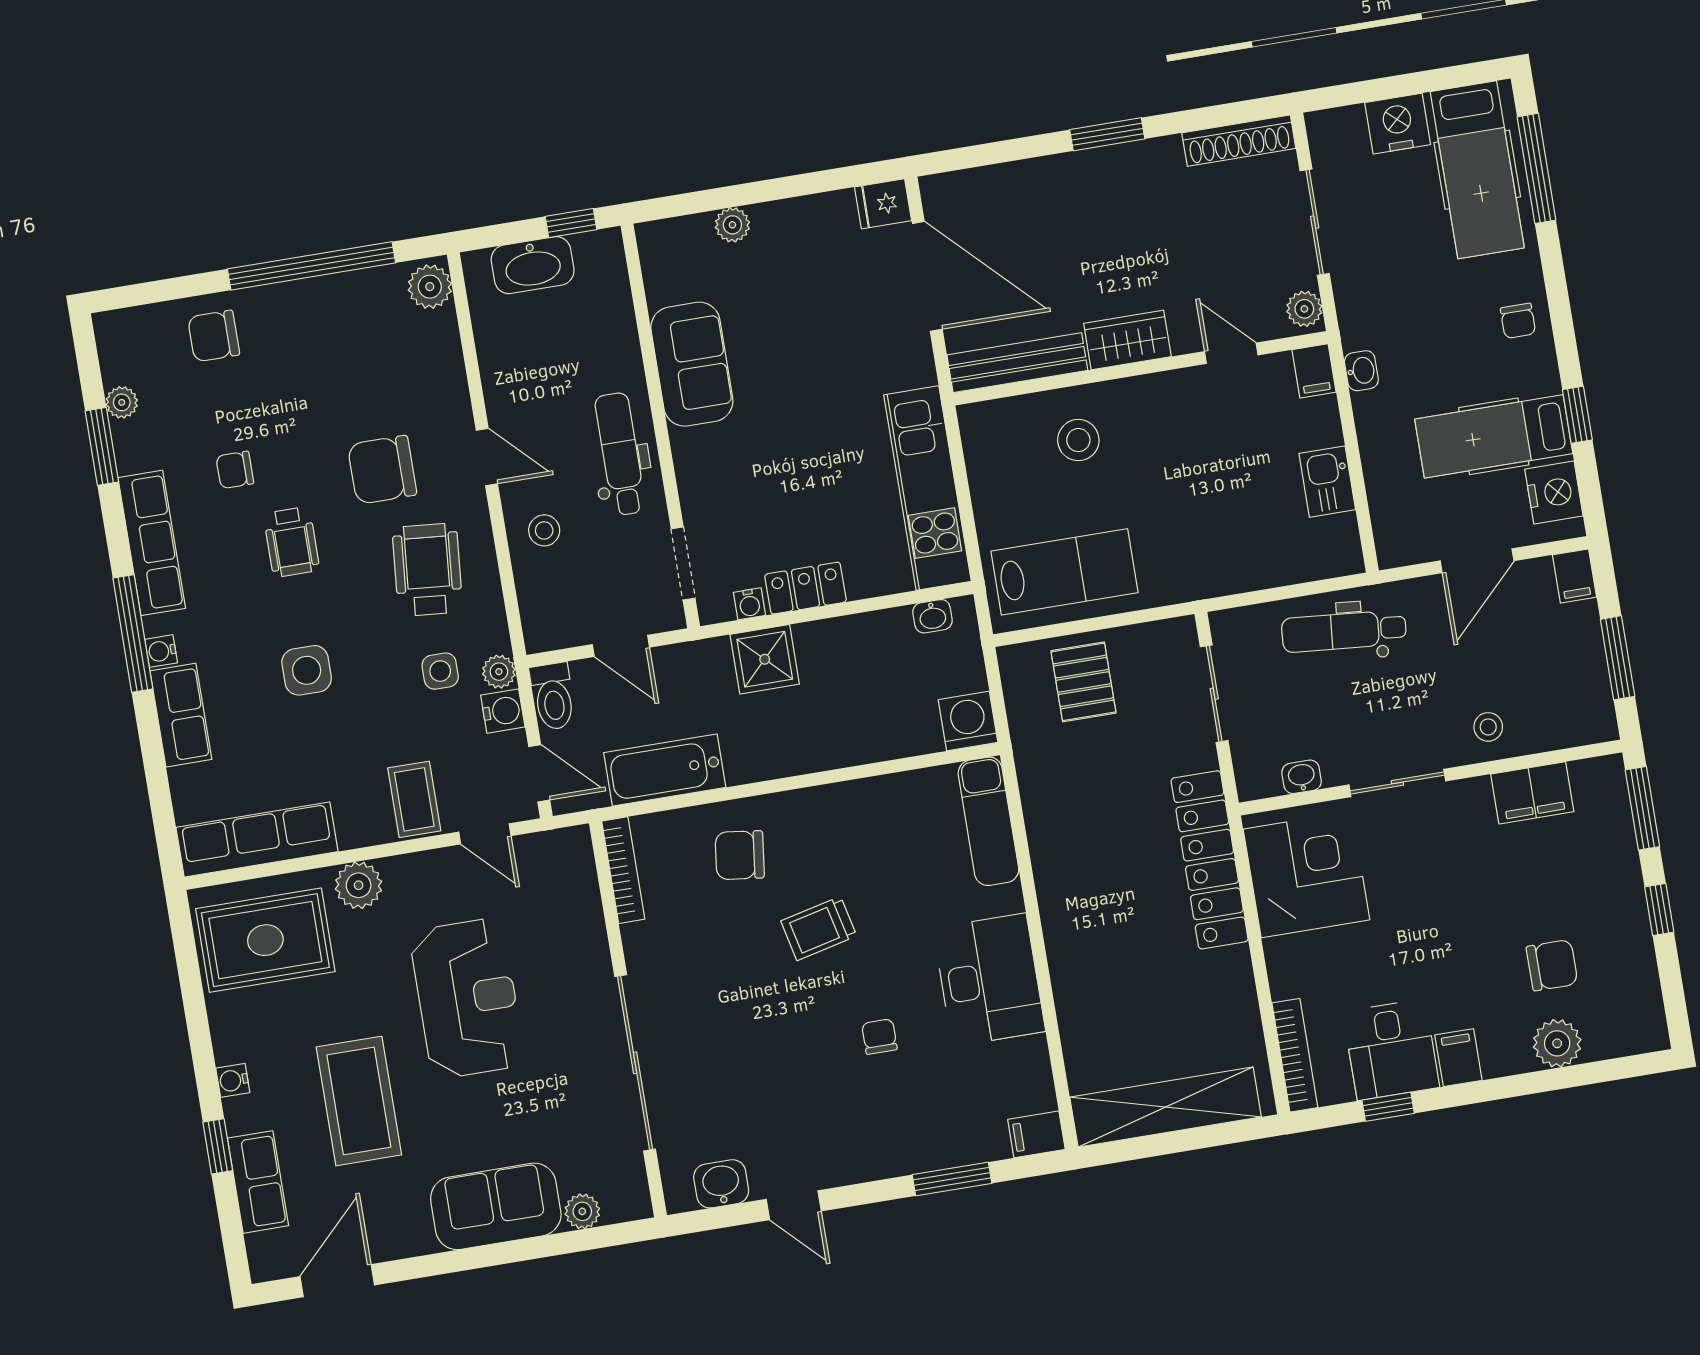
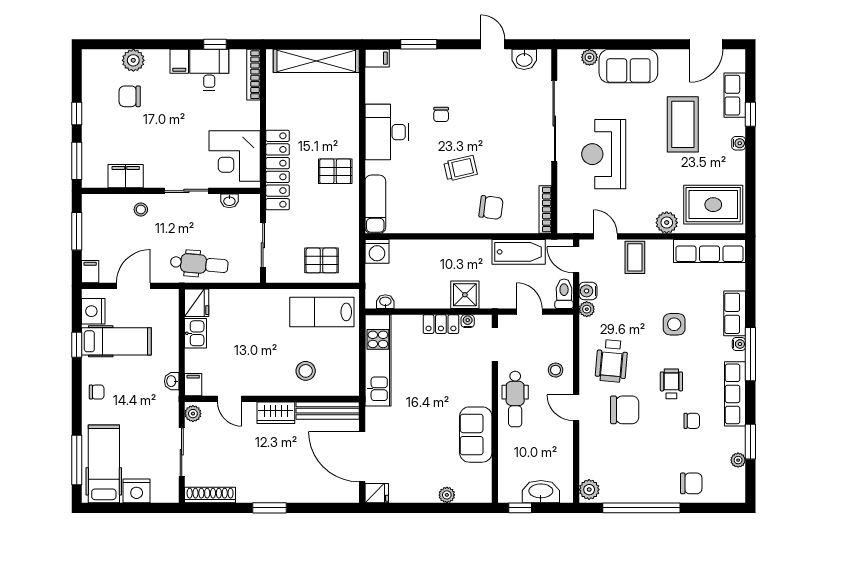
chair: (1518, 321) -> (97, 392), turned 90
fridge: (1336, 547) -> (197, 303), added
side table: (440, 671) -> (613, 314), removed
pallet: (1083, 682) -> (322, 260), turned 90
pallet: (1086, 878) -> (335, 171), added
reception desk: (467, 998) -> (604, 154), moved

